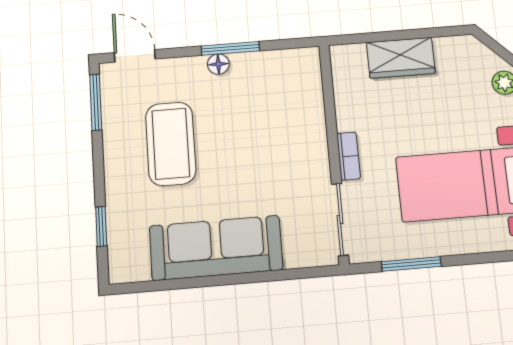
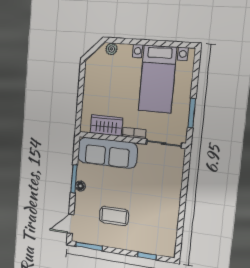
wardrobe: (401, 58) -> (106, 125), moved, turned -90
coffee table: (171, 144) -> (114, 216), width x0.73, depth x0.76
sofa: (216, 248) -> (107, 153), moved, turned -90

